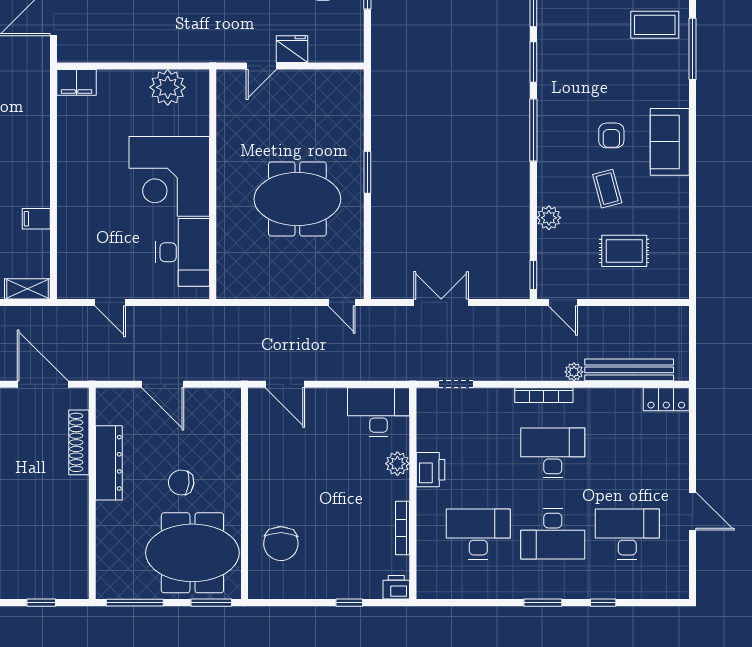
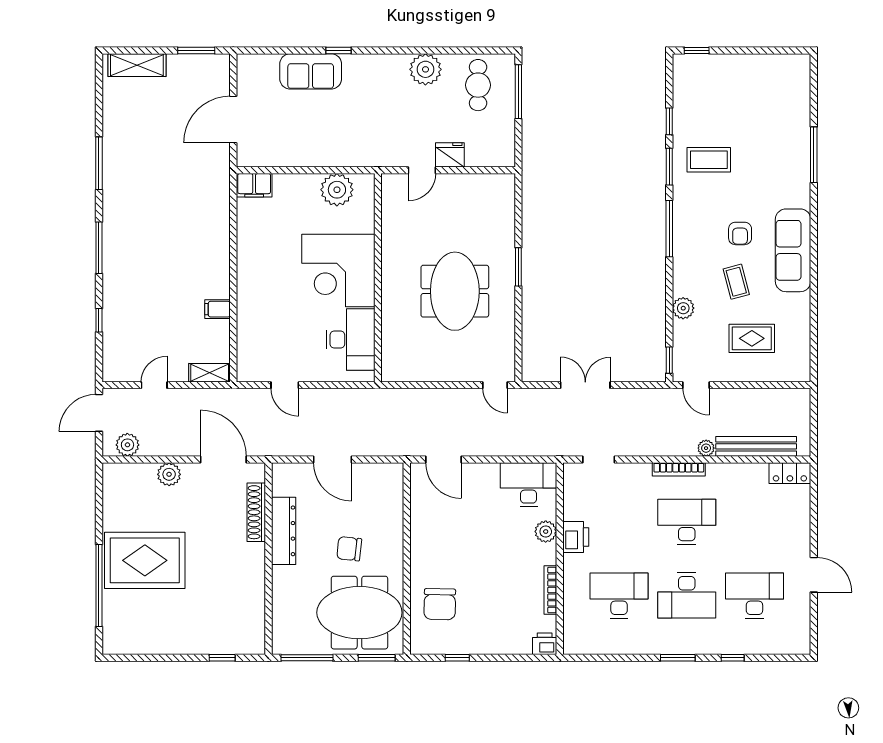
coffee table: (655, 25) -> (709, 160), moved
sofa: (670, 142) -> (793, 250), width x1.36
meeting table: (297, 199) -> (455, 291), turned 90
window: (349, 603) -> (457, 658), moved

